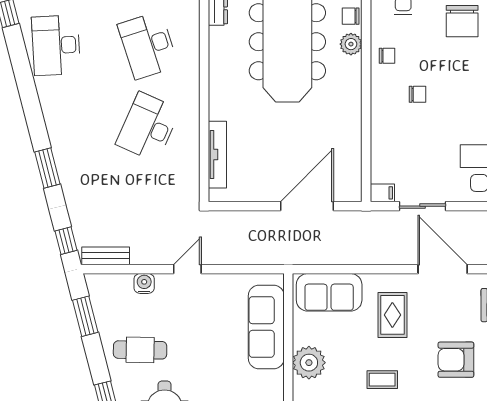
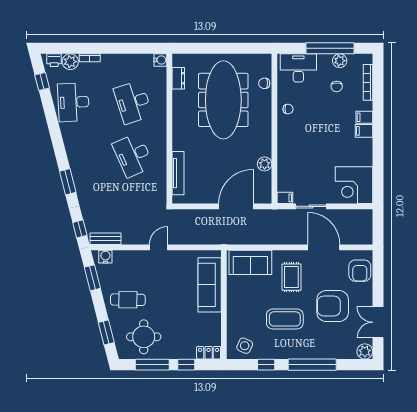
chair: (462, 21) -> (337, 87), width x0.54, depth x0.54
plant: (351, 44) -> (265, 164), moved
chair: (417, 94) -> (308, 134), removed
desk: (148, 127) -> (133, 155), turned -48
water cooler: (144, 283) -> (105, 257), moved
armchair: (456, 360) -> (333, 306), width x1.36, depth x1.36
plant: (309, 363) -> (237, 308), removed
coffee table: (382, 380) -> (285, 319), width x1.86, depth x1.72

